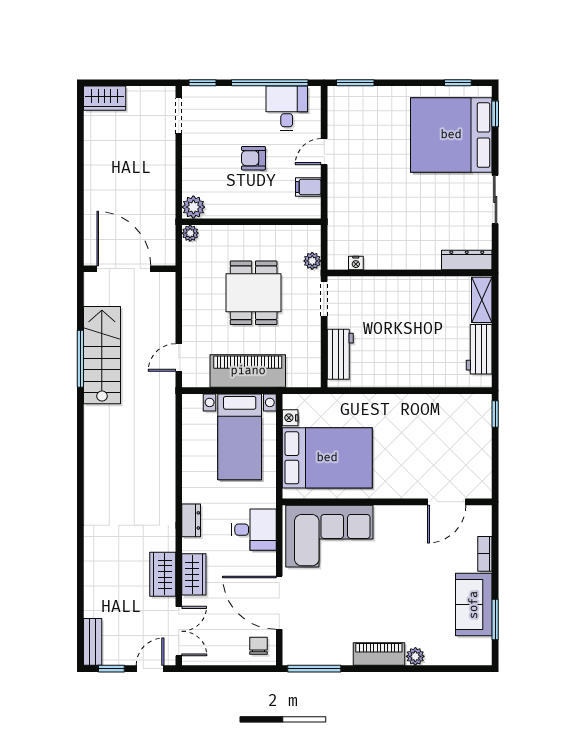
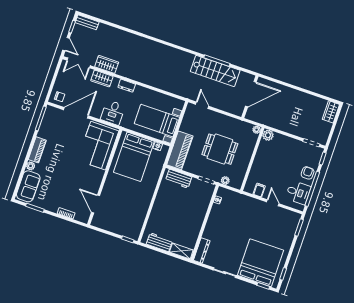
armchair: (253, 158) -> (308, 173), moved
piano: (248, 371) -> (180, 150), moved
sofa: (474, 605) -> (28, 186), moved, turned 90

